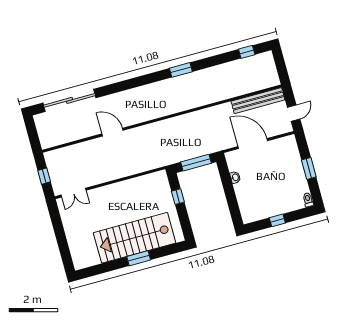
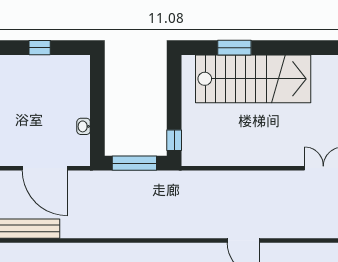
window: (178, 197) -> (174, 140), moved
window: (139, 258) -> (234, 48), moved

